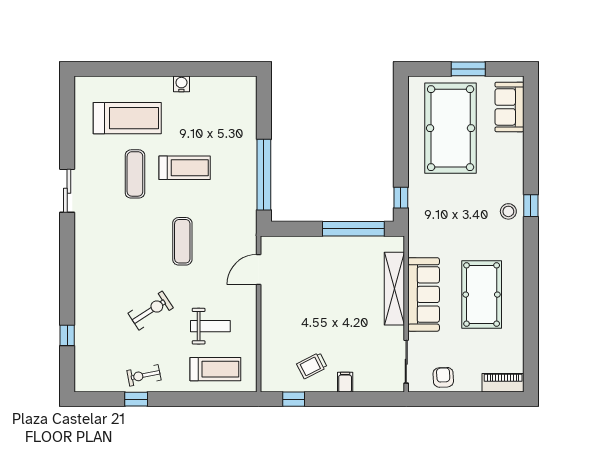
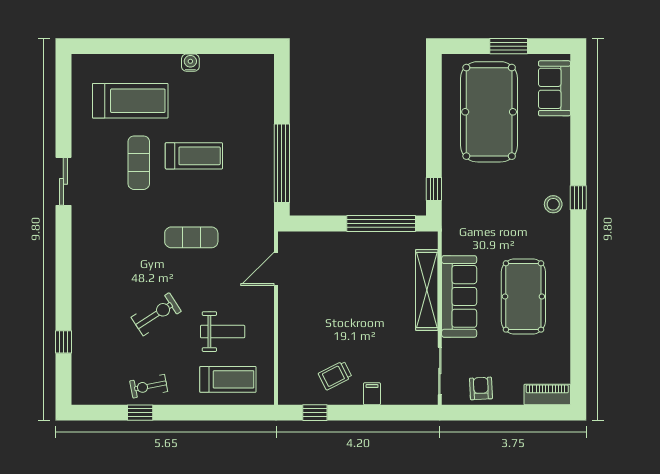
exercise mat: (182, 241) -> (191, 237), turned 90

